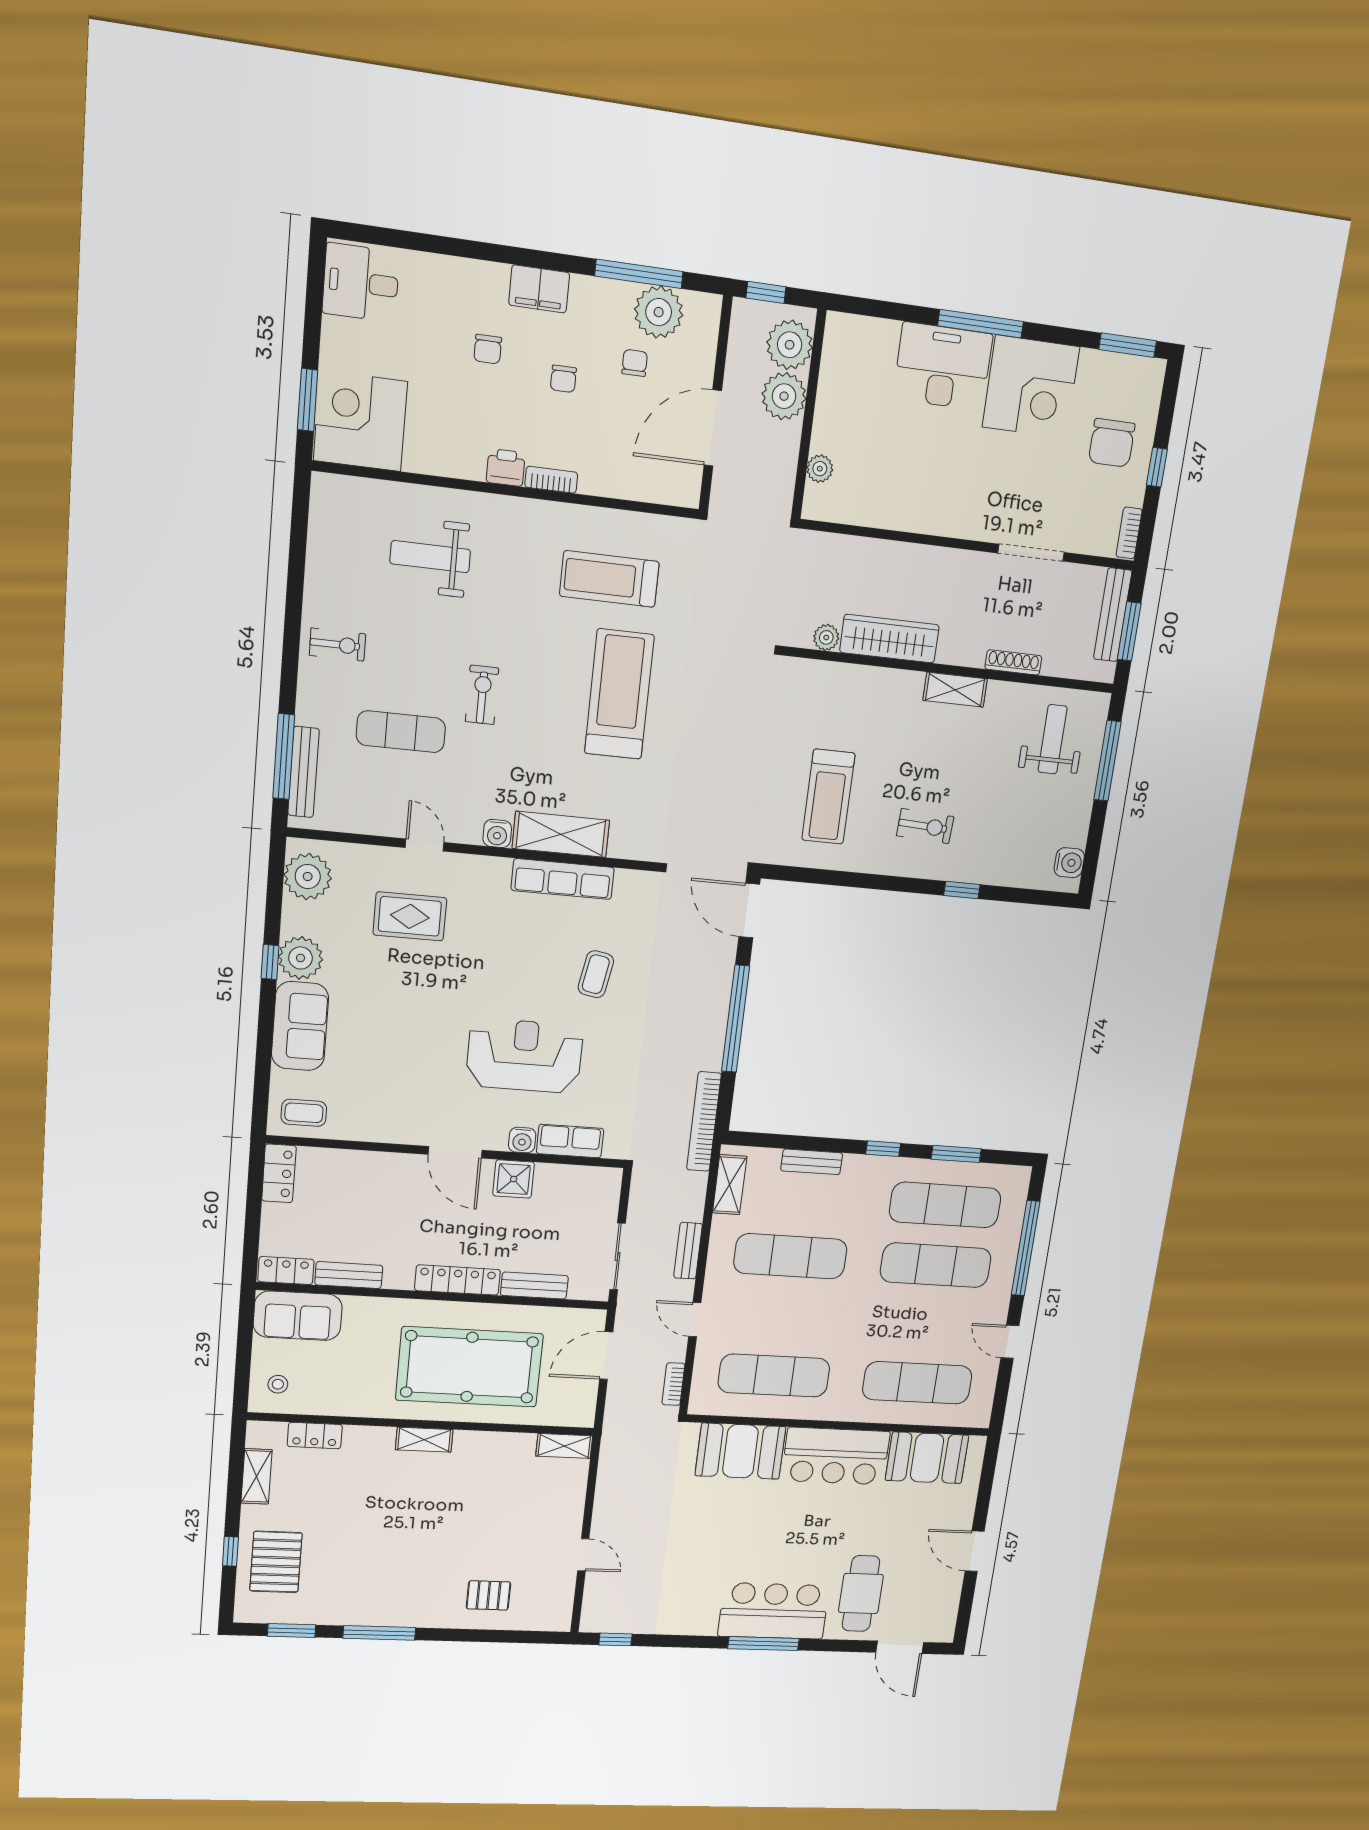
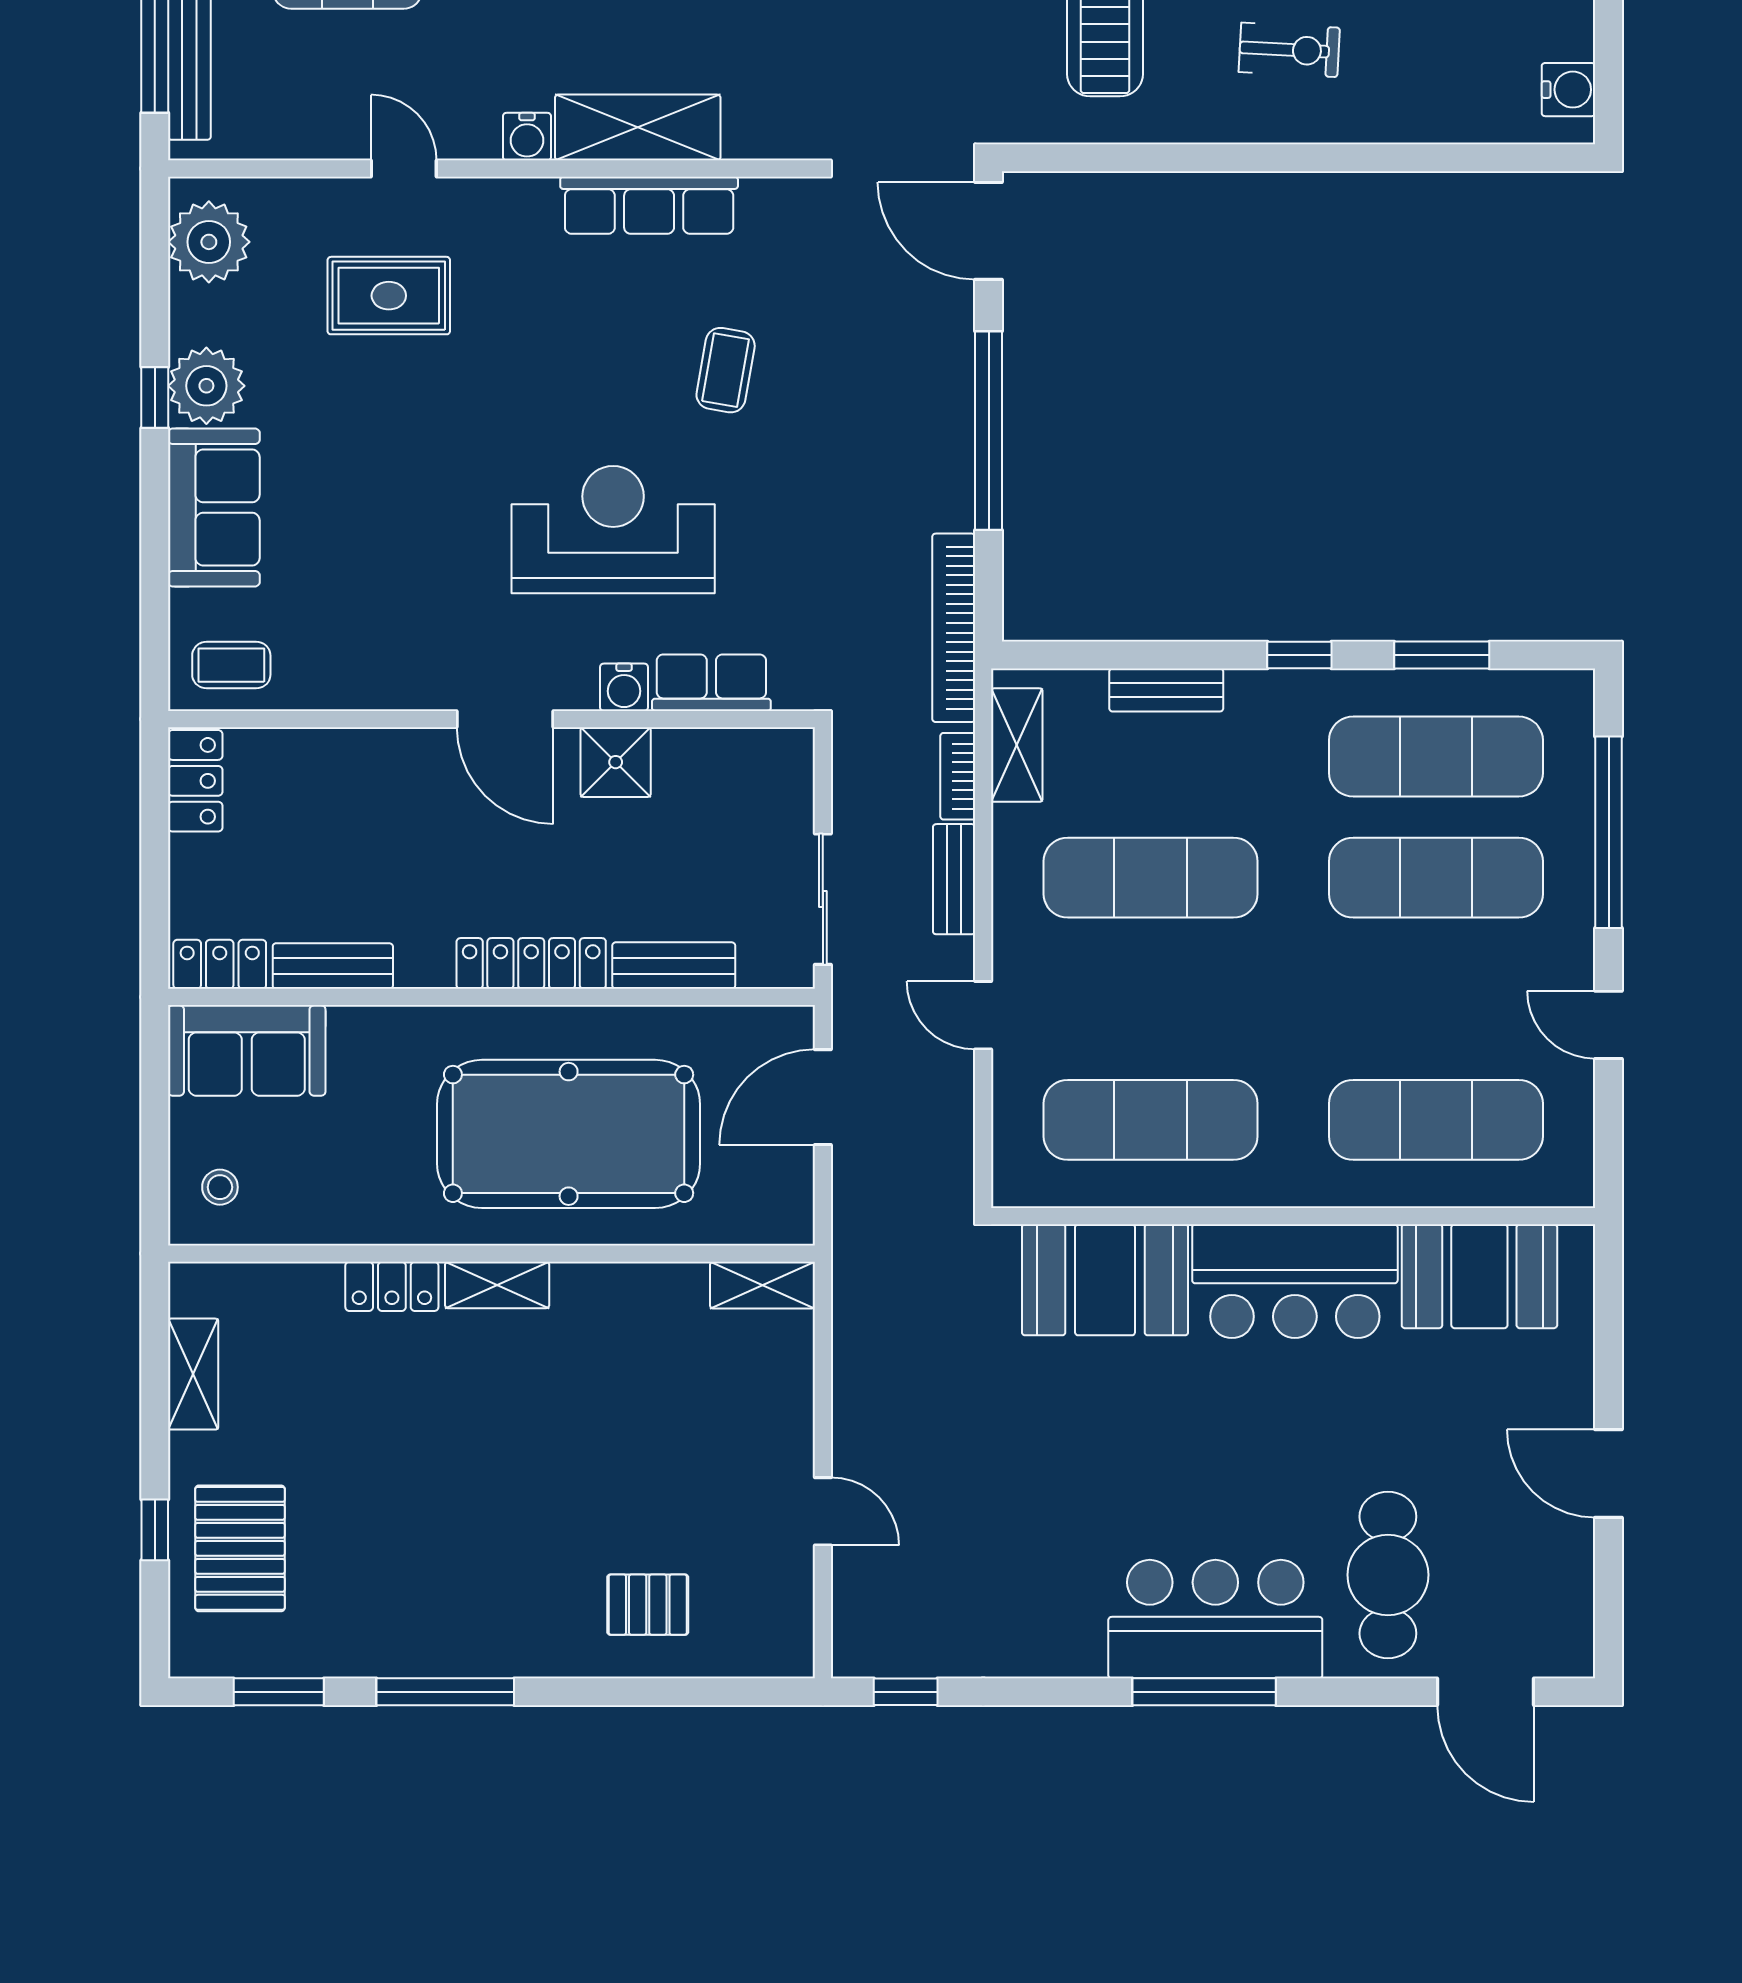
window: (962, 890) -> (1375, 158), removed
bookcase: (673, 1384) -> (958, 776), moved
locker: (315, 1436) -> (392, 1286), moved

